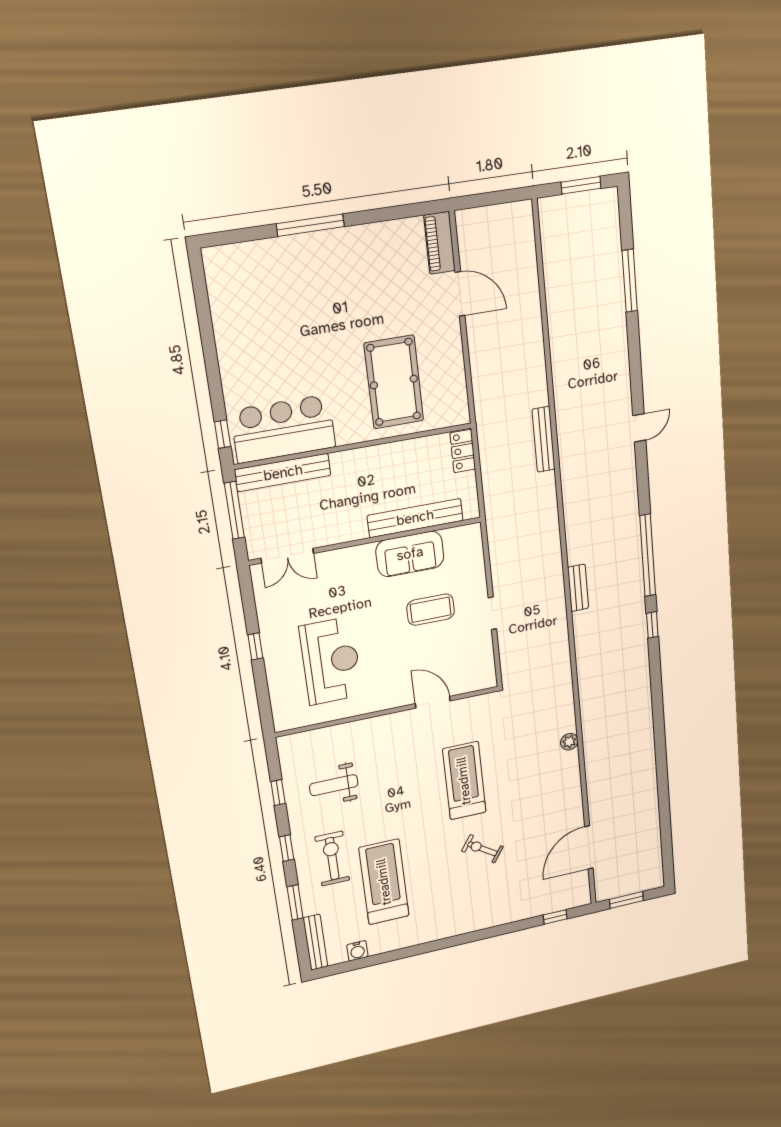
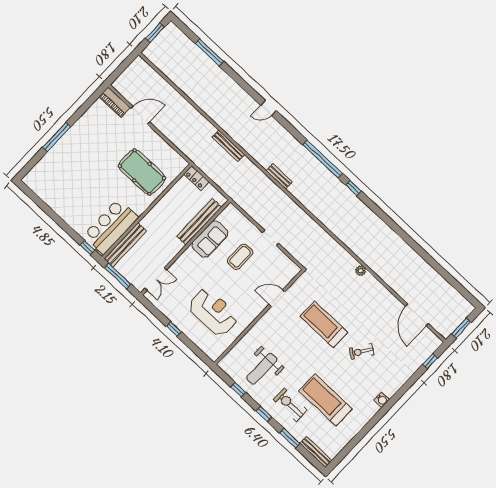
door: (639, 428) -> (268, 108), swing flipped
bench: (578, 588) -> (279, 176), moved
weight bench: (334, 785) -> (262, 369), width x1.36, depth x1.33
water cooler: (357, 951) -> (382, 400), moved

